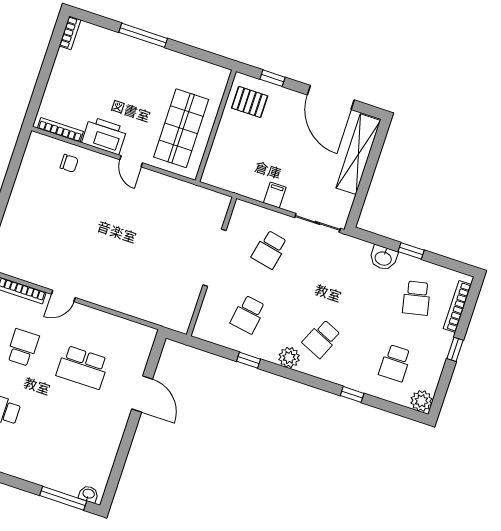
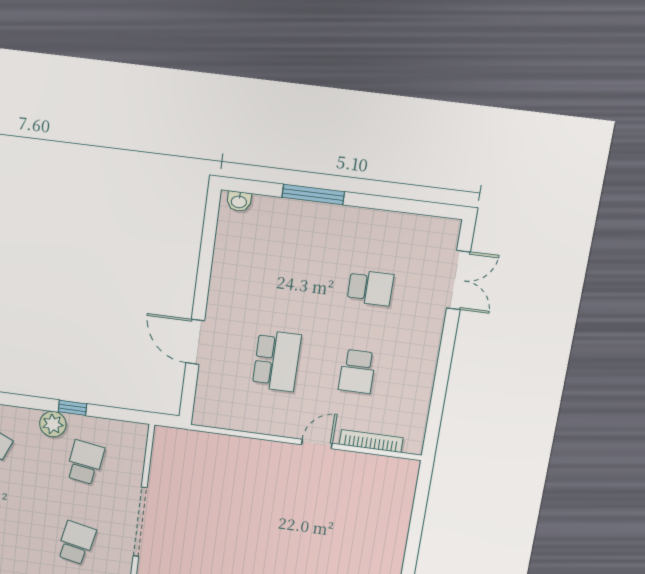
plant: (289, 357) -> (53, 424), moved
school desk: (83, 367) -> (277, 361), turned 90
window: (63, 498) -> (313, 194), moved

